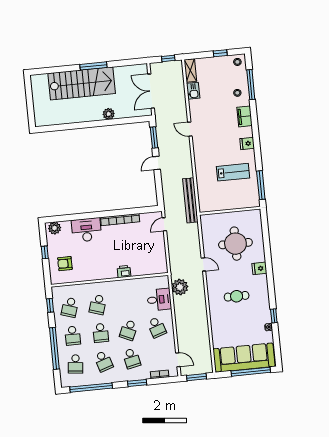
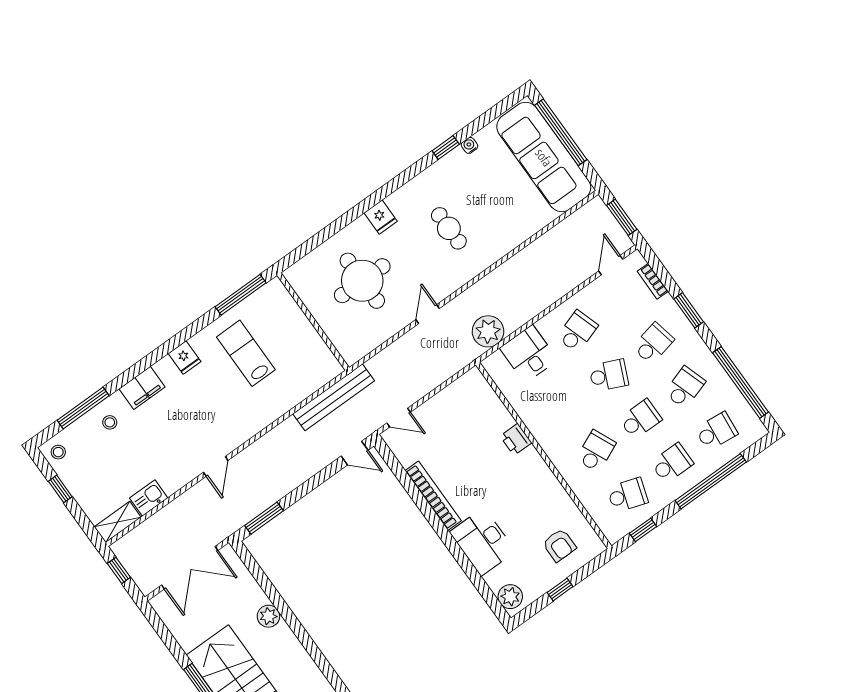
door: (157, 163) -> (355, 453), moved
school desk: (98, 305) -> (596, 451), turned -42

